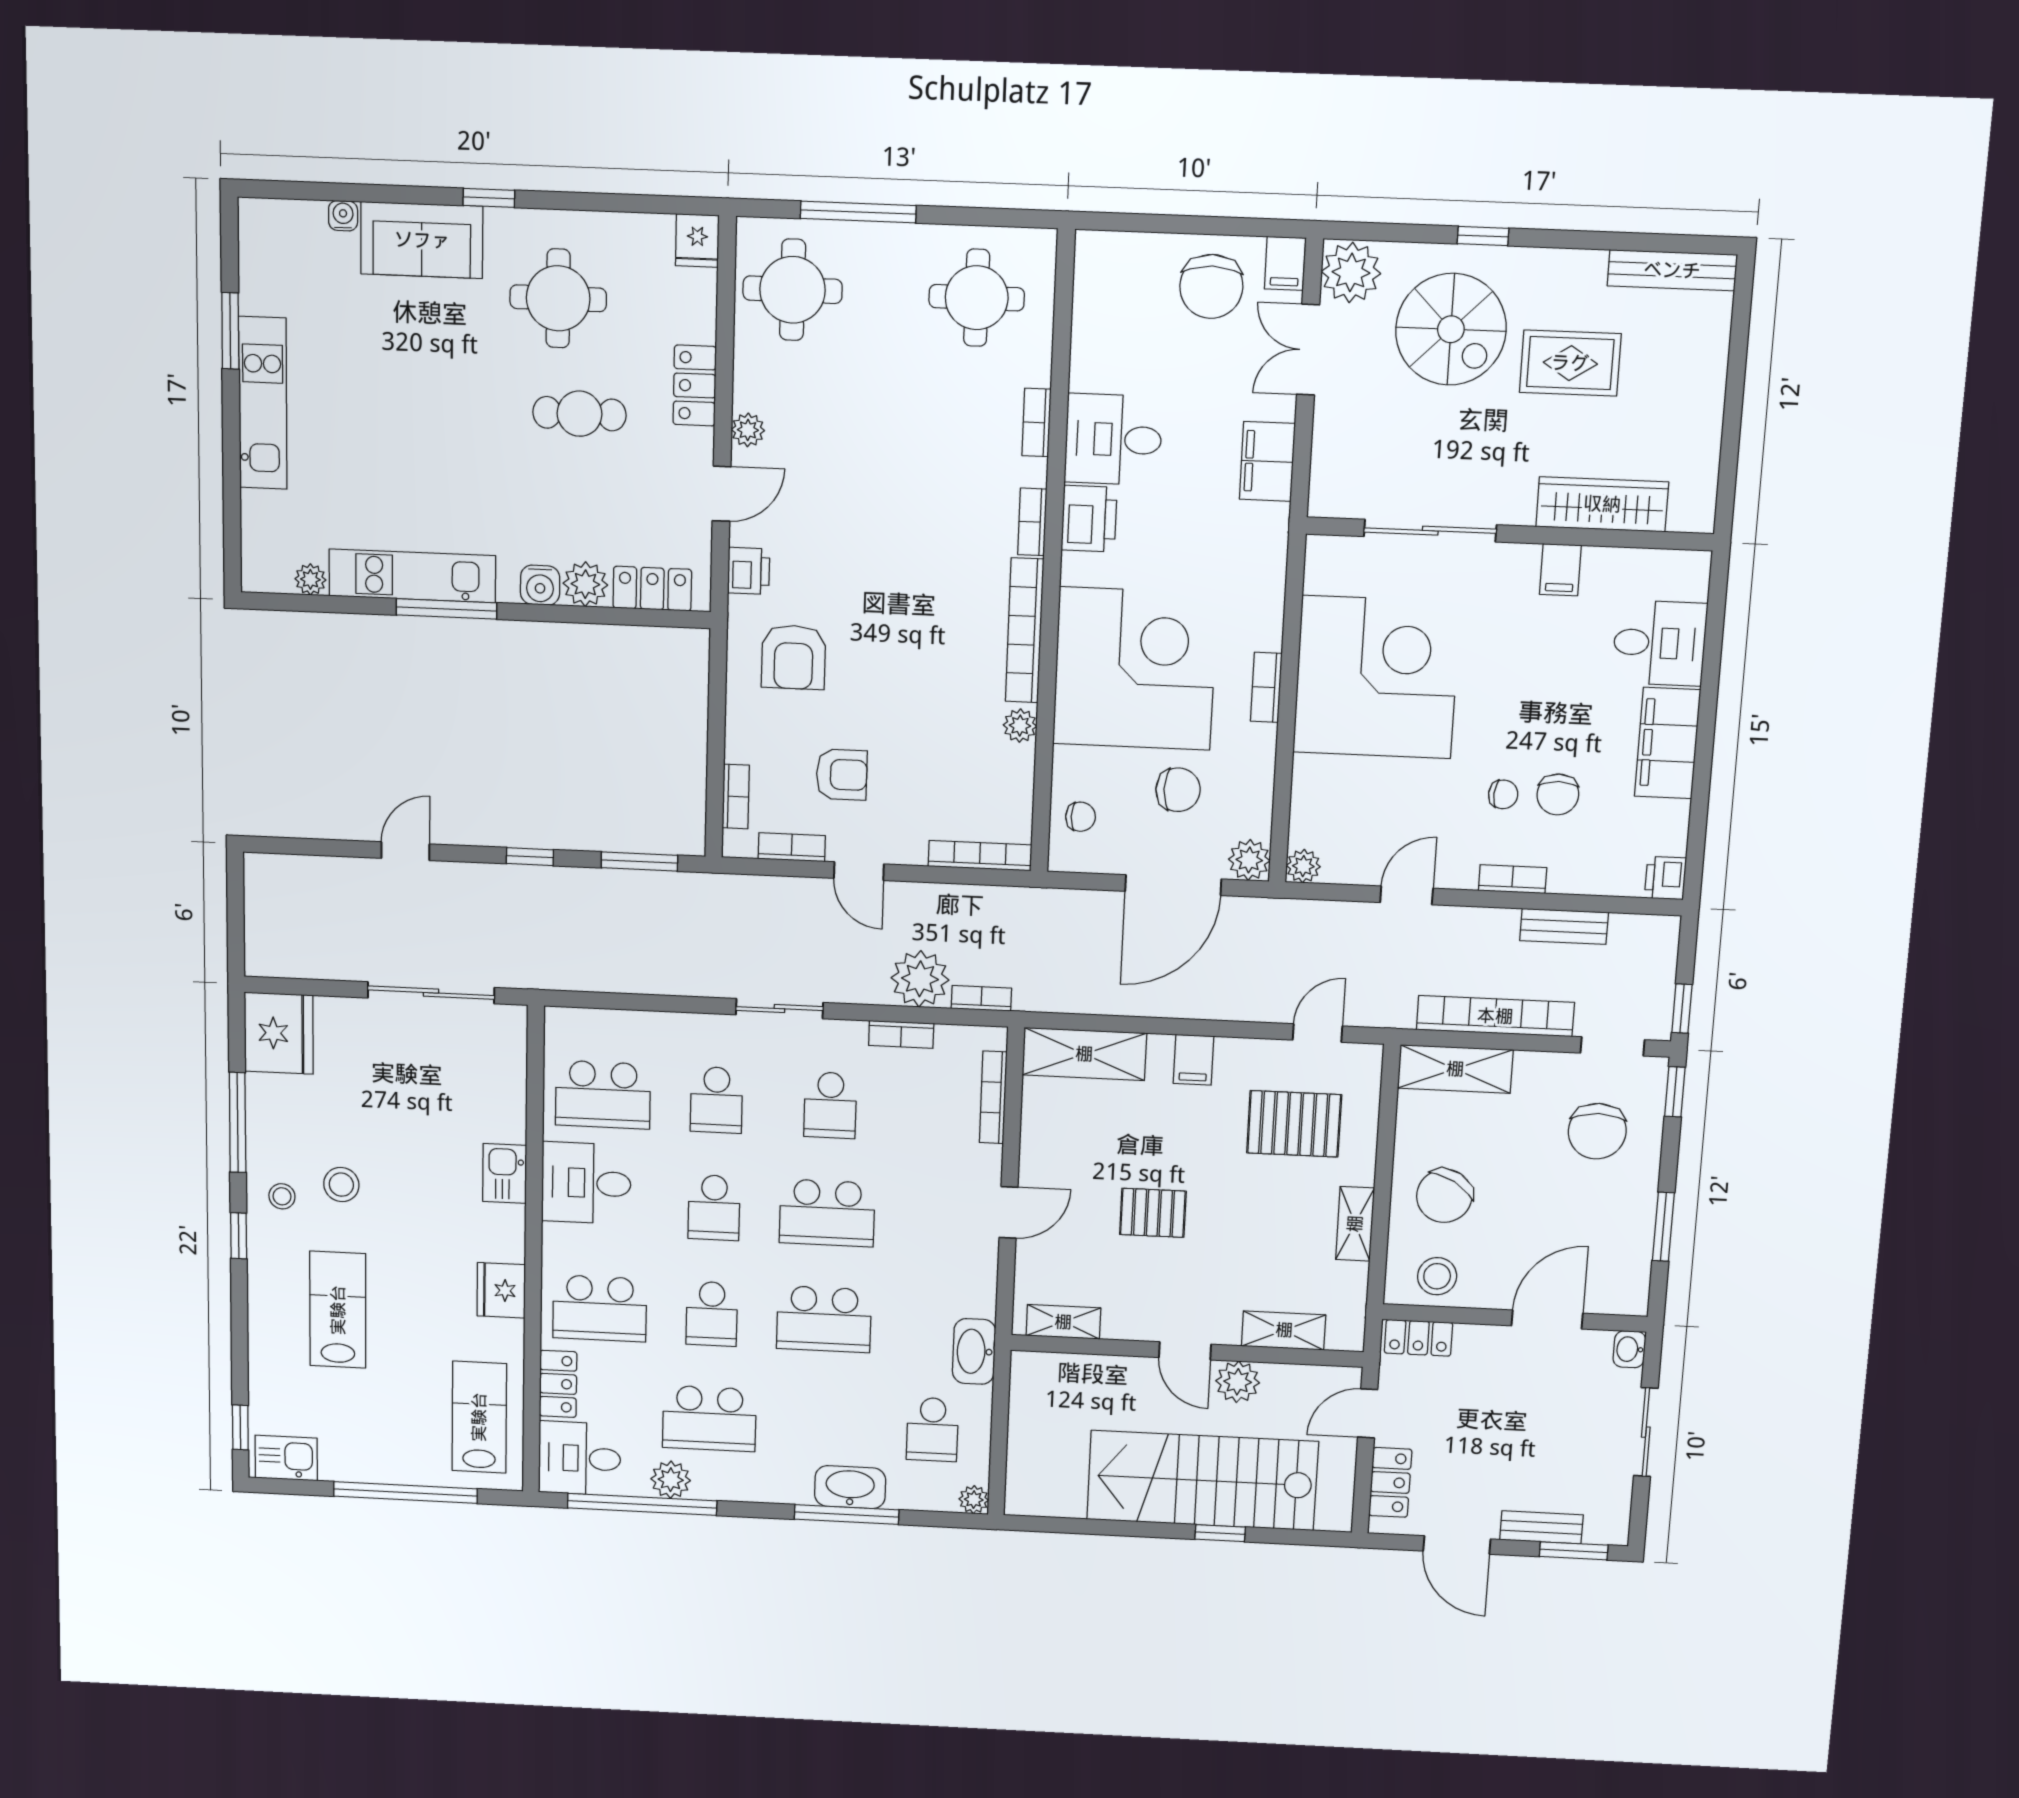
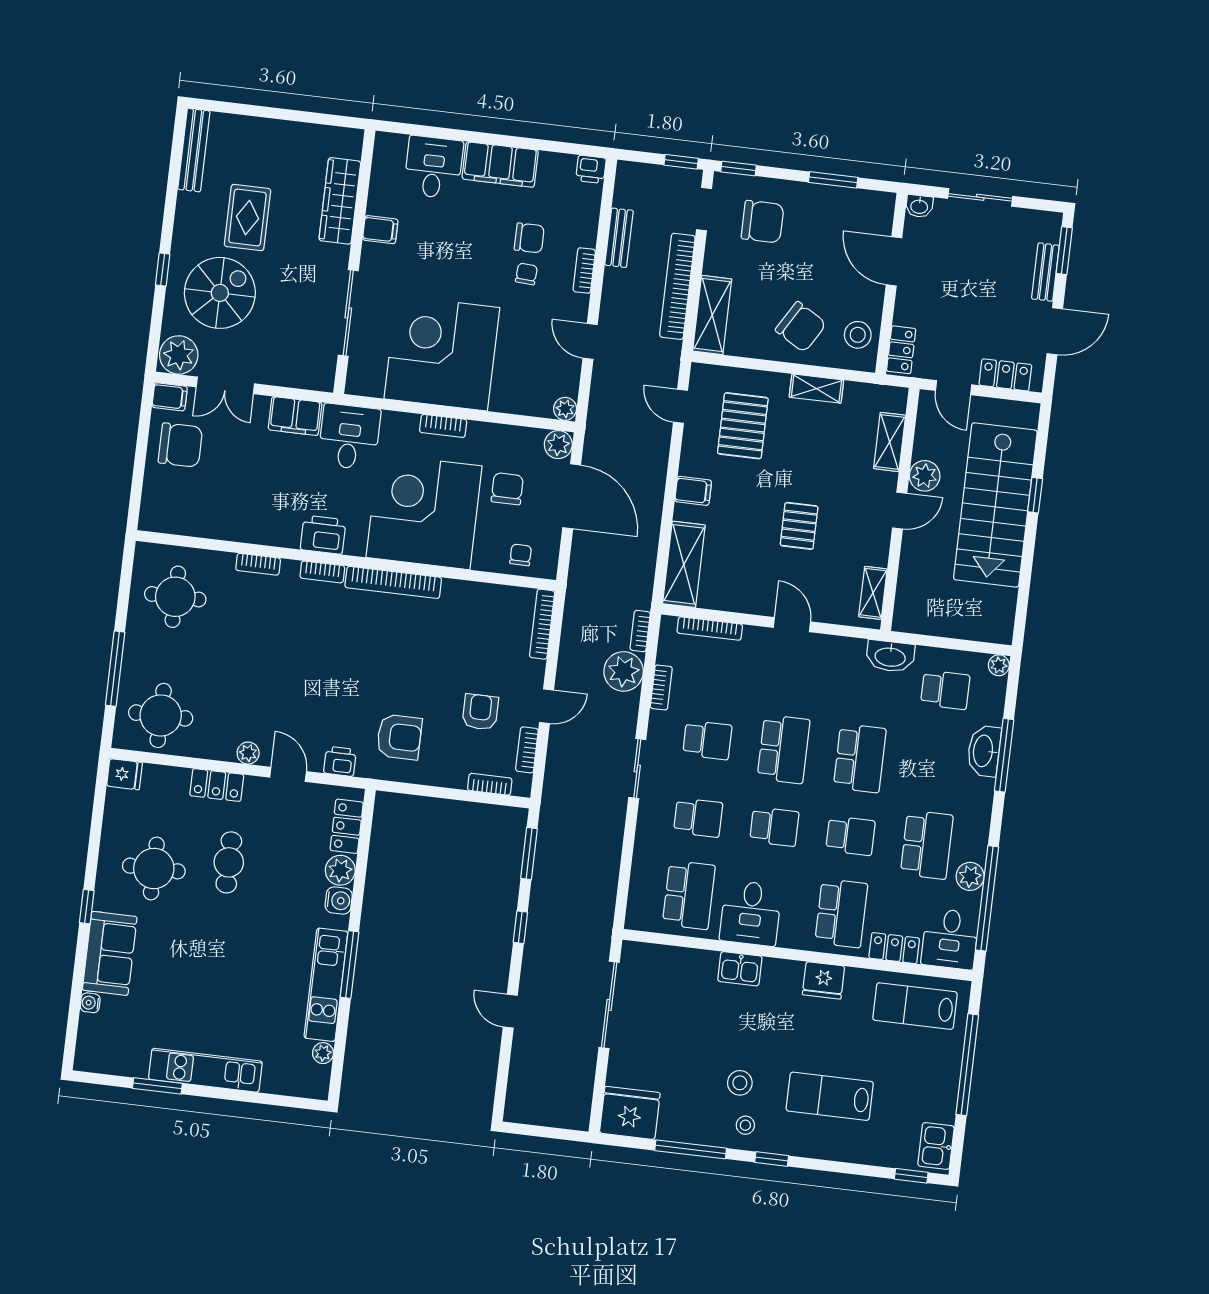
desk: (1113, 439) -> (349, 437), moved, turned 180
plant: (1020, 726) -> (456, 590), removed

